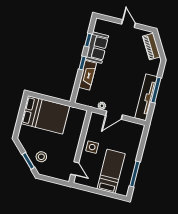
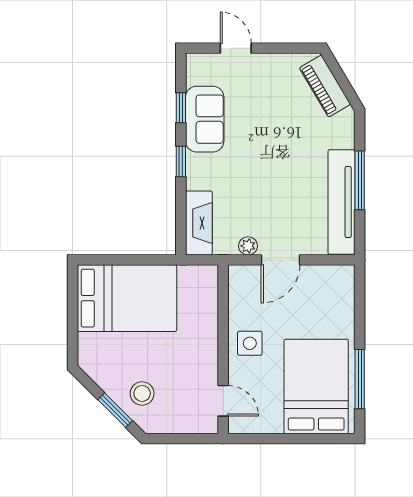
door: (129, 24) -> (236, 48), moved
fireplace: (87, 75) -> (199, 223), moved
bed: (111, 171) -> (316, 387), width x1.50

